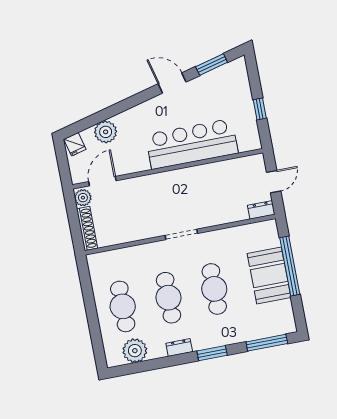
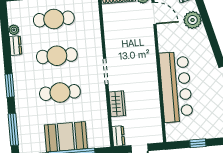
wardrobe: (221, 215) -> (117, 104), added
dresser: (179, 348) -> (16, 46), moved
plant: (135, 351) -> (14, 30), width x0.53, depth x0.53

